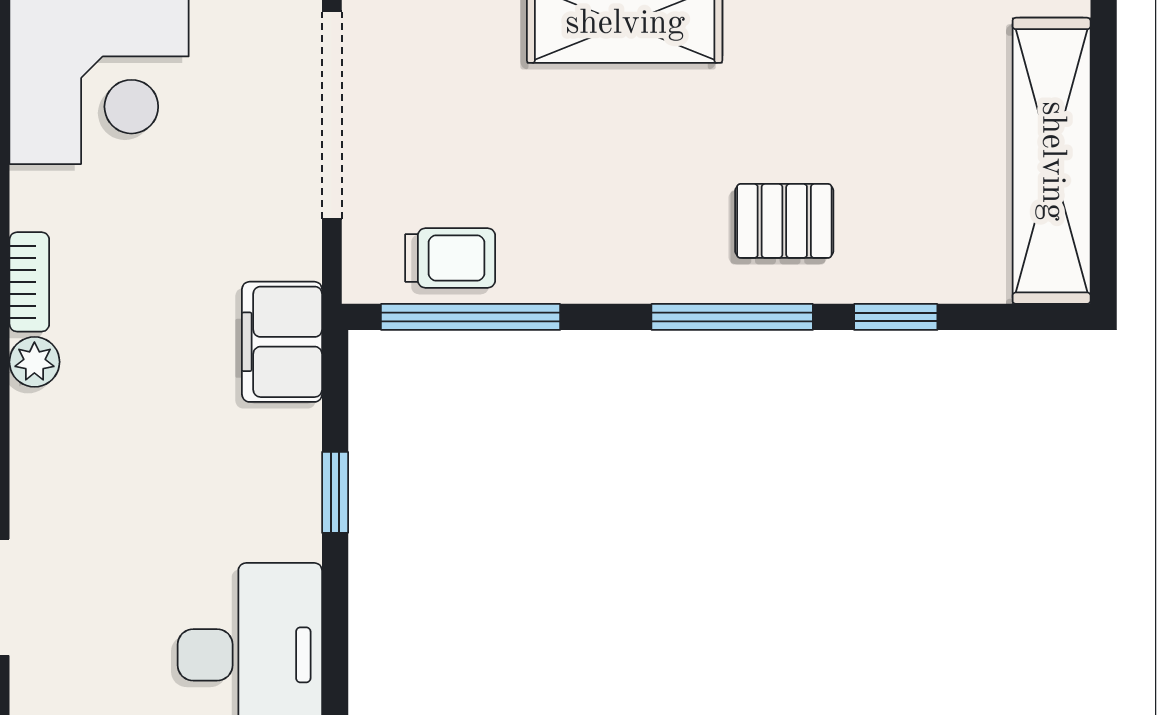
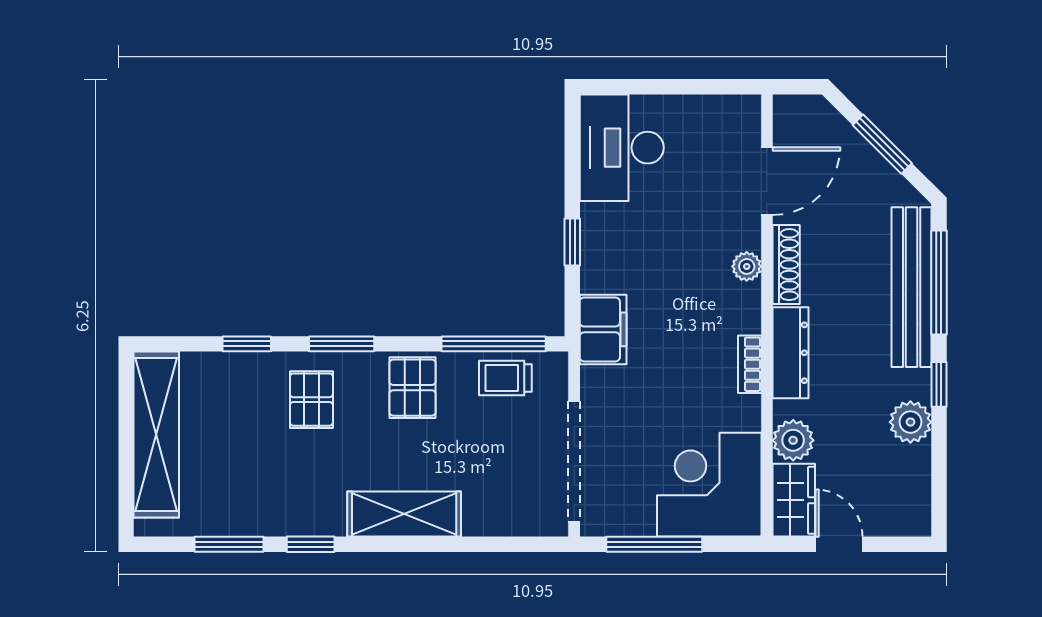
pallet: (784, 221) -> (311, 400), turned 90
pallet: (610, 242) -> (413, 388), added
window: (732, 317) -> (342, 344), width x0.69
plant: (34, 362) -> (747, 266), moved

